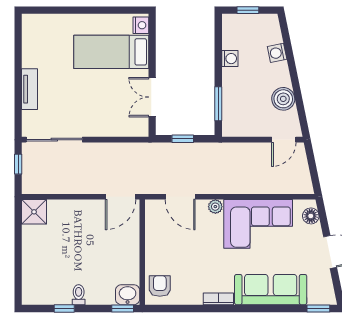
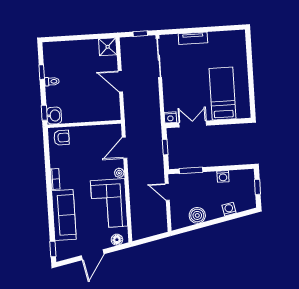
nightstand: (141, 25) -> (170, 117), moved
door: (284, 140) -> (167, 192), moved
door: (120, 197) -> (120, 81), moved

